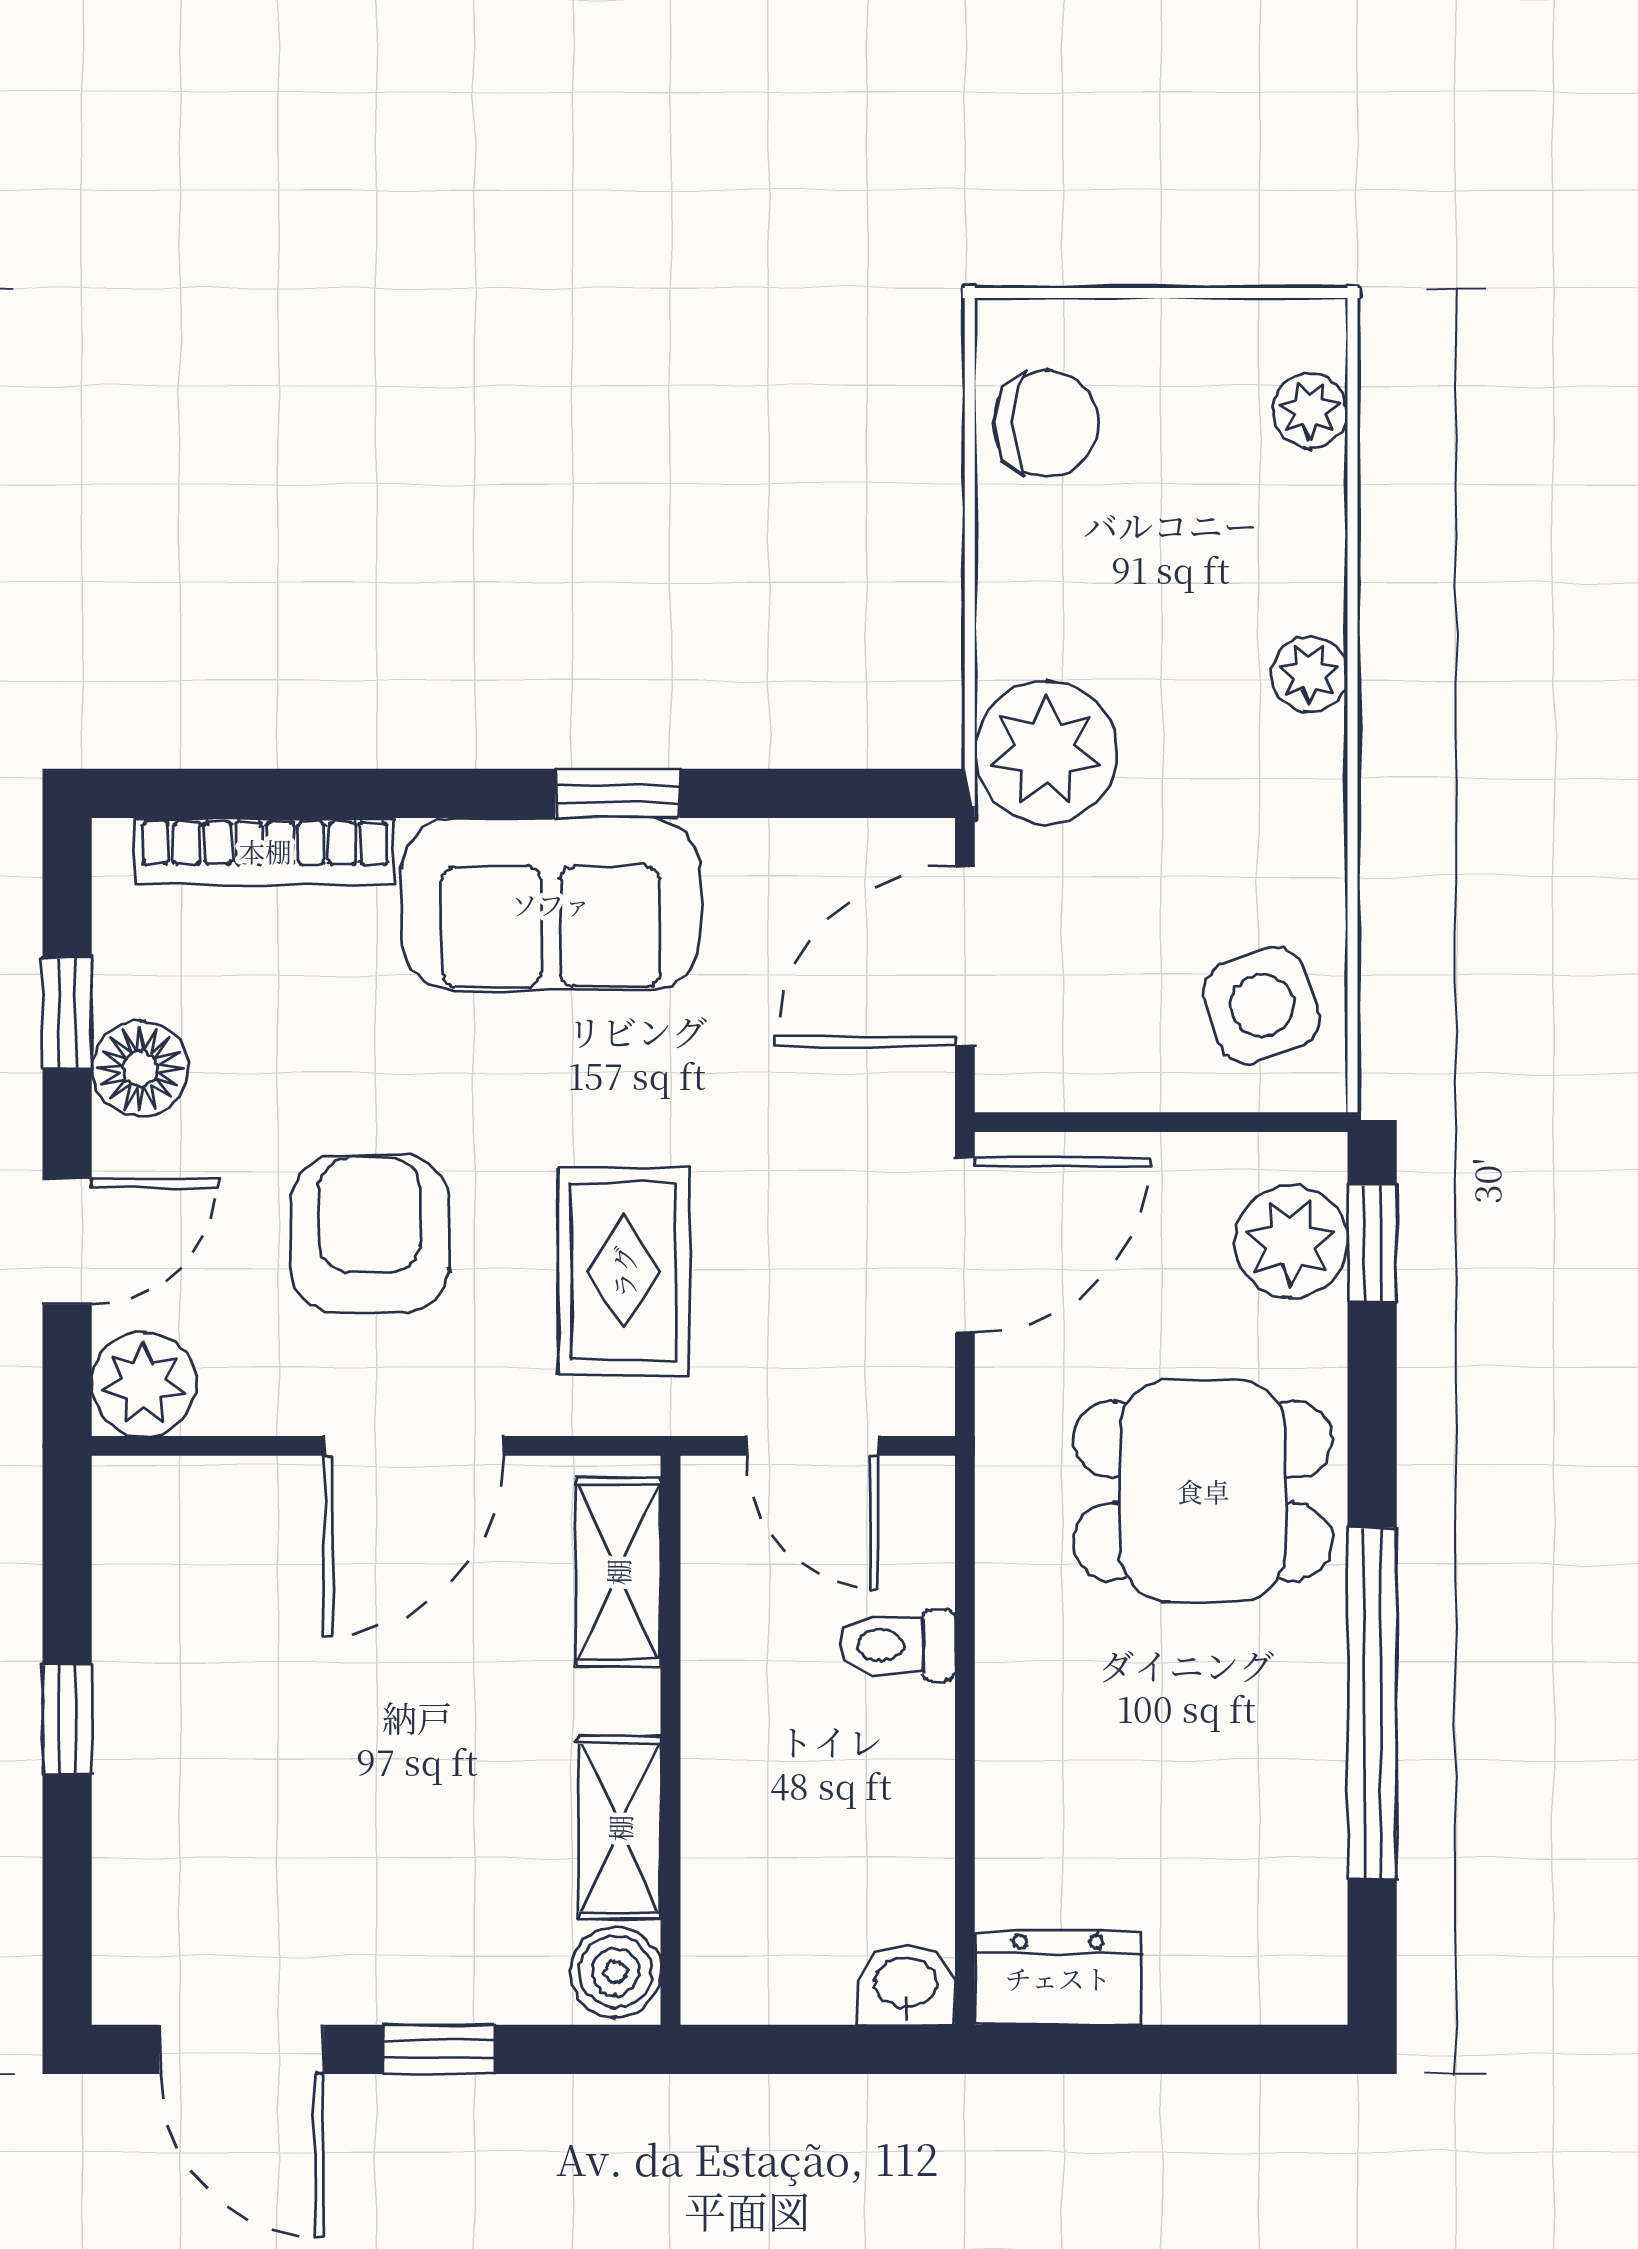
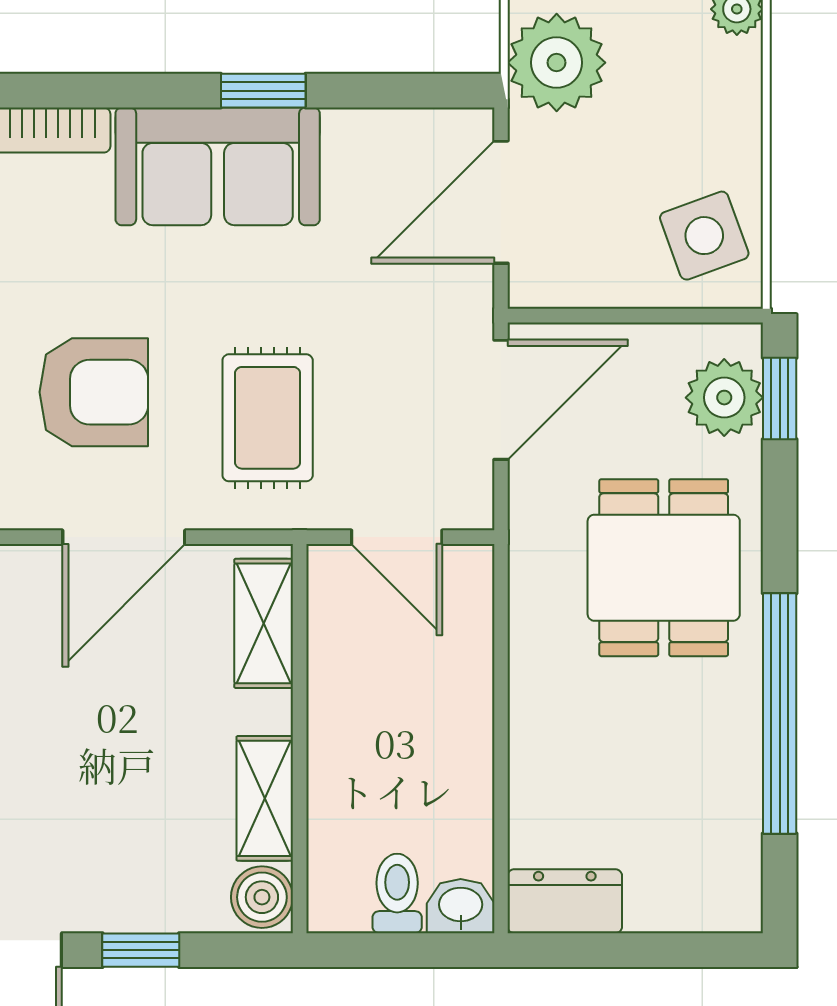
armchair: (370, 1234) -> (94, 392), turned 90
dining table: (1203, 1491) -> (664, 568), turned 90
toilet: (897, 1645) -> (397, 893), moved, turned 90

